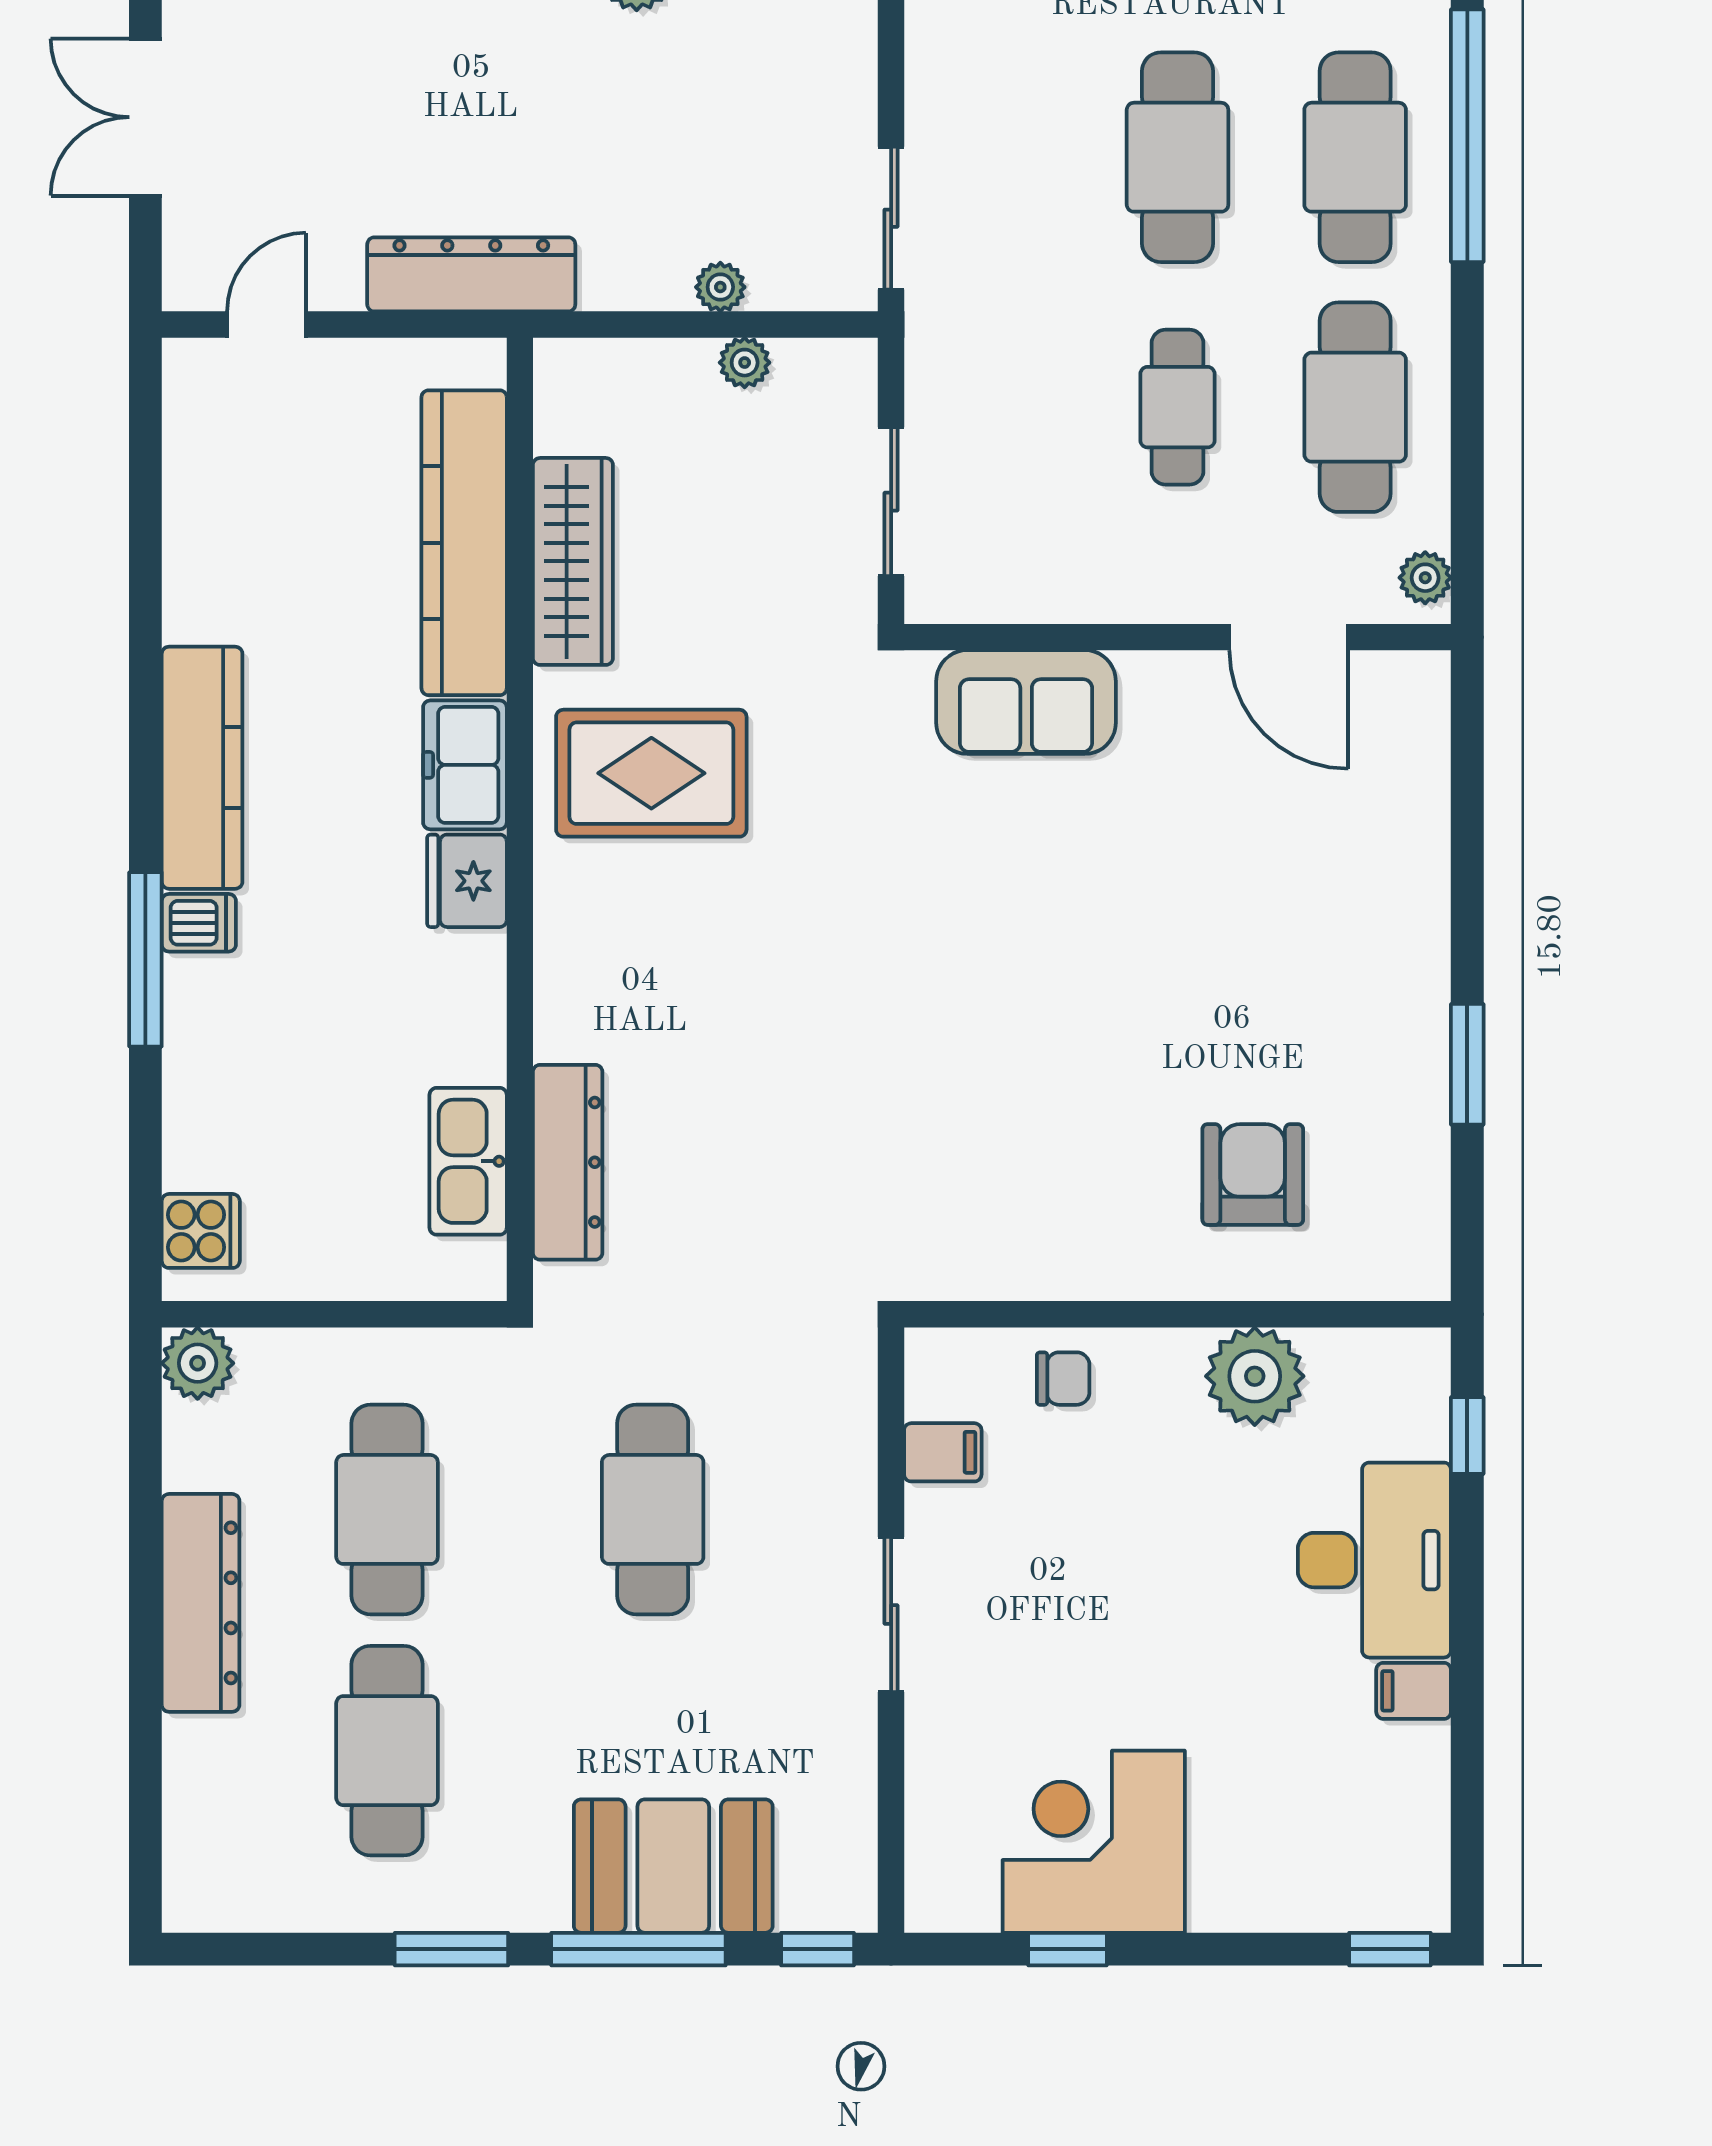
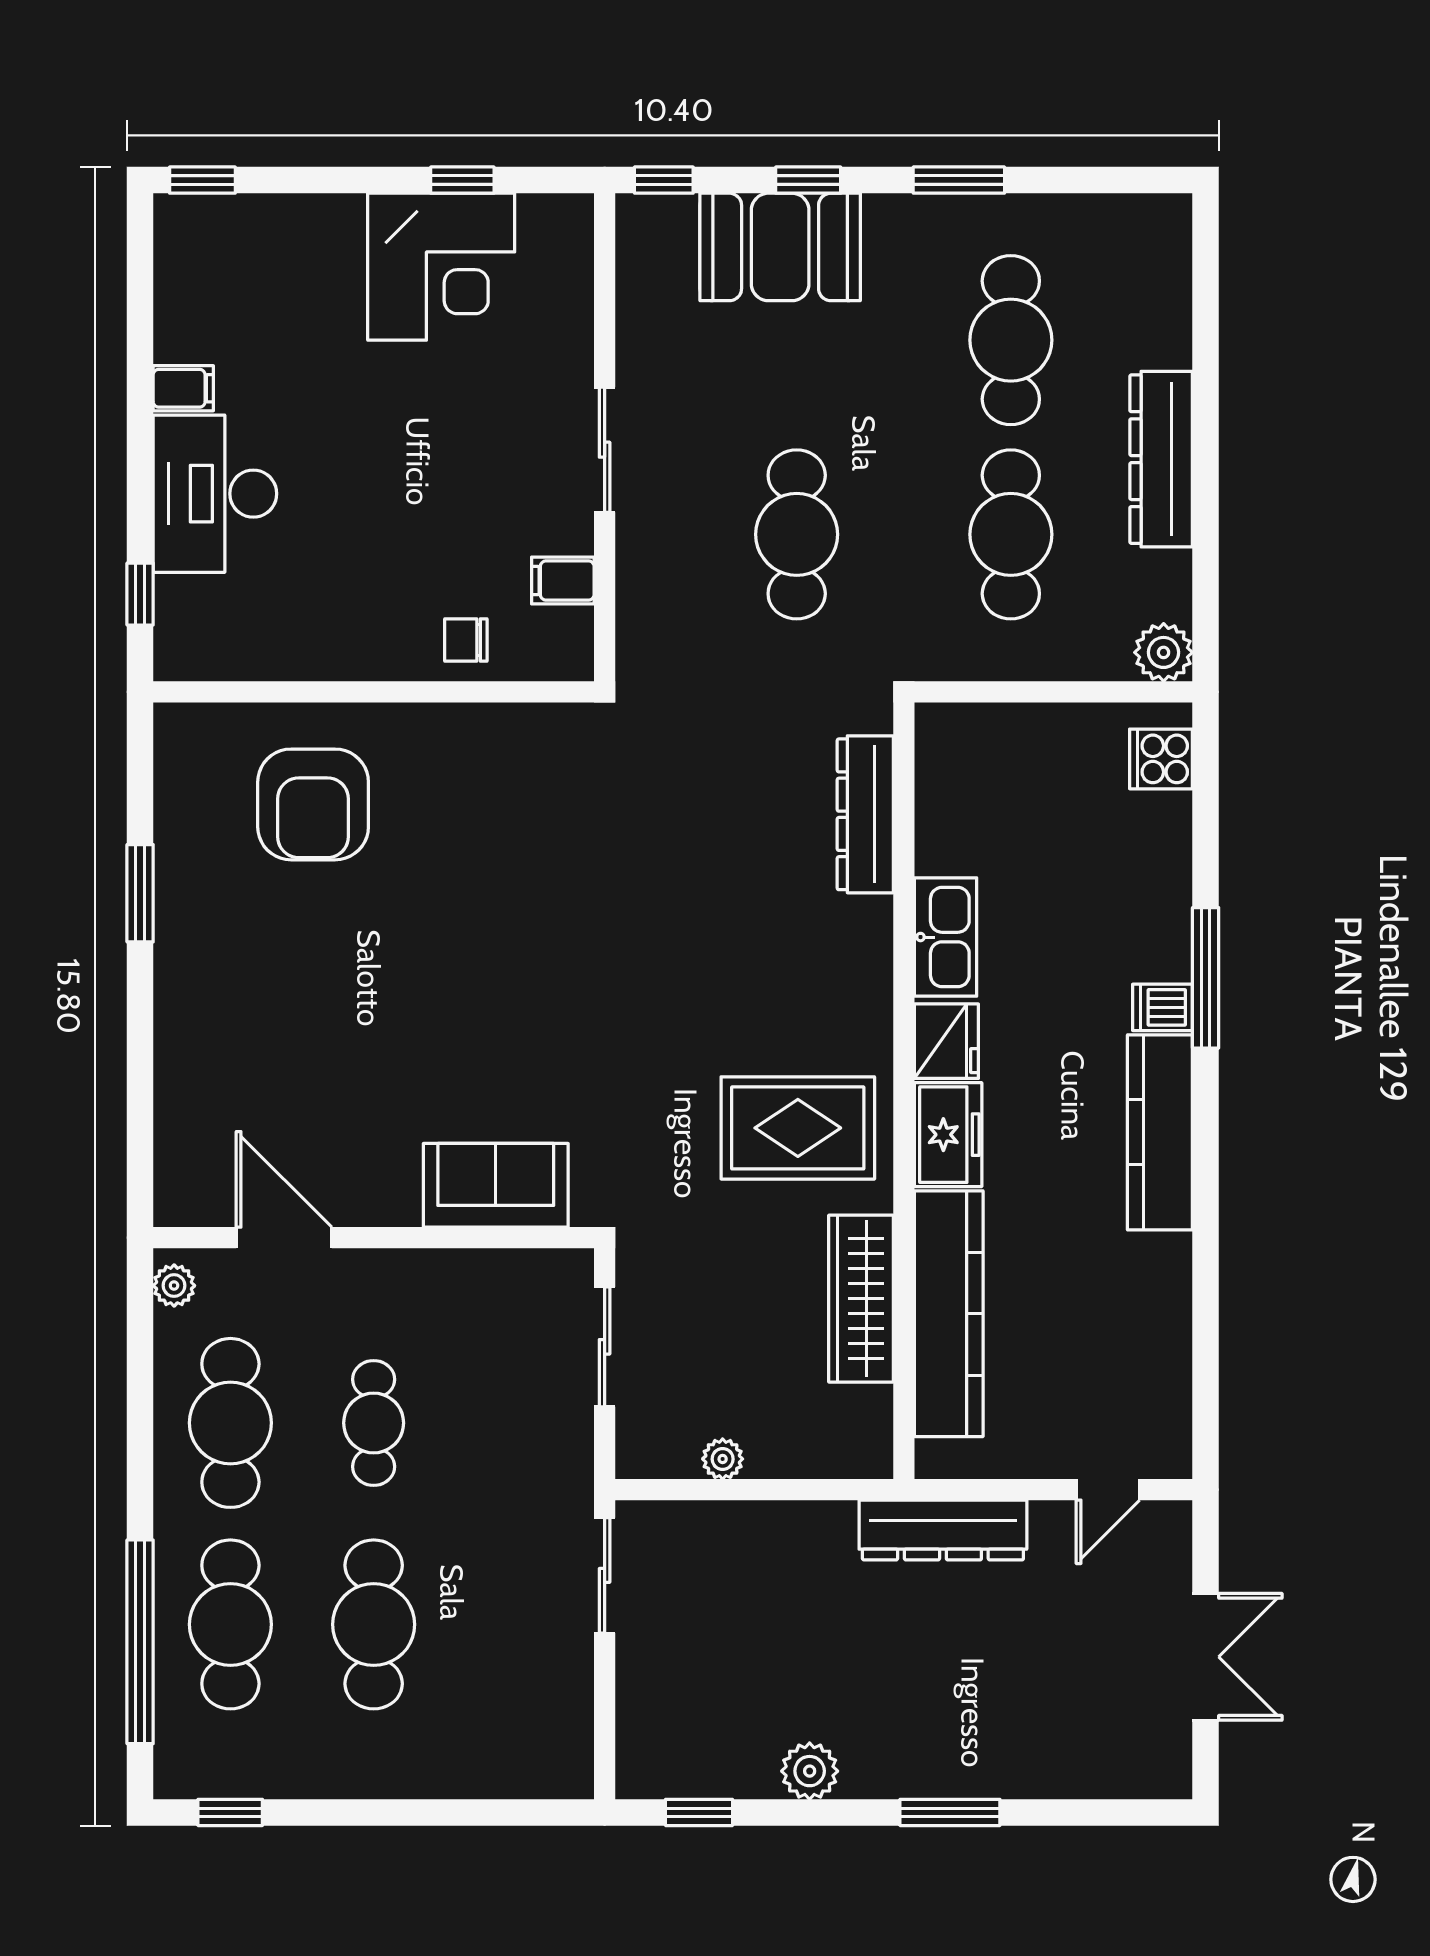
plant: (720, 287) -> (742, 1520), removed
kitchen sink: (468, 1161) -> (945, 937), moved
armchair: (1253, 1175) -> (313, 804), width x1.36, depth x1.36
plant: (1255, 1376) -> (311, 642), removed
window: (638, 1949) -> (808, 180), width x0.46

